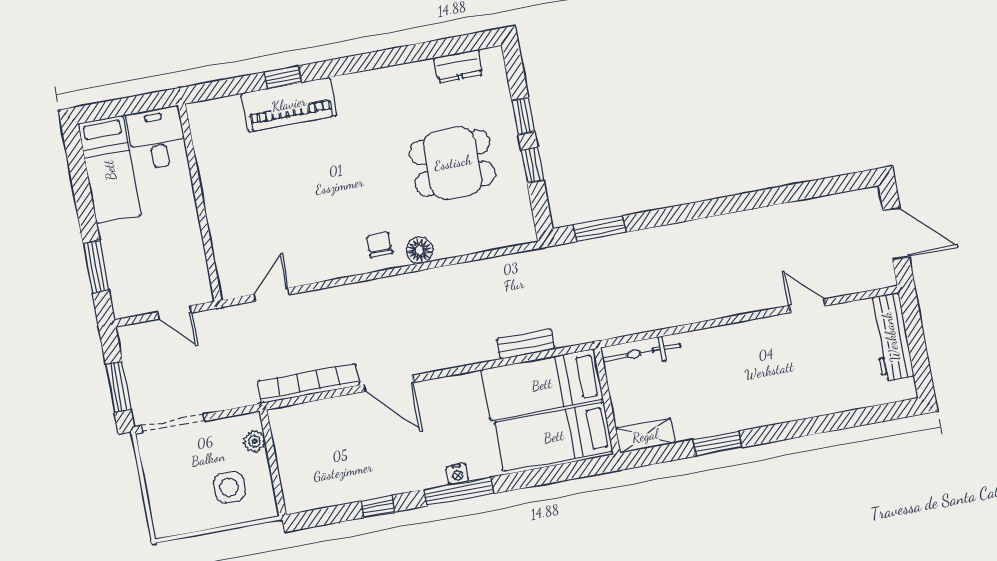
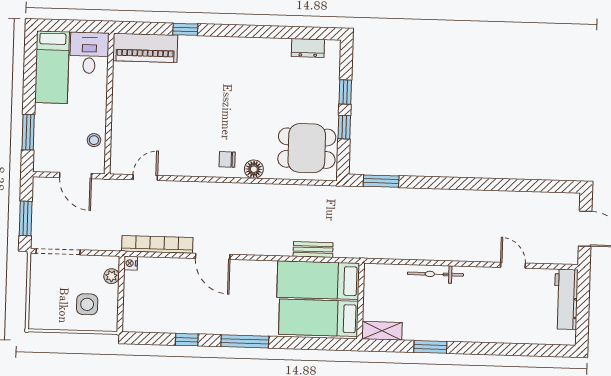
piano: (289, 104) -> (145, 48), moved
dining table: (453, 163) -> (307, 148), moved
chair: (380, 245) -> (227, 159), turned -90
stool: (190, 258) -> (94, 140), added
door: (175, 312) -> (76, 175), width x1.37
bicycle: (642, 353) -> (435, 274), moved
nightstand: (457, 474) -> (131, 263), moved, turned 90

